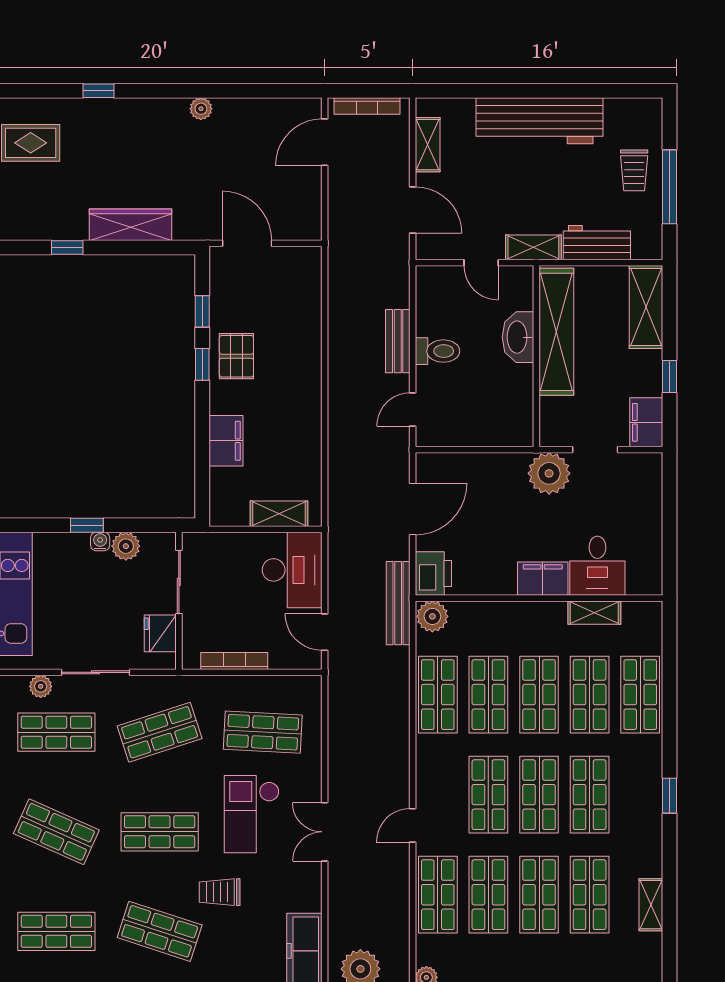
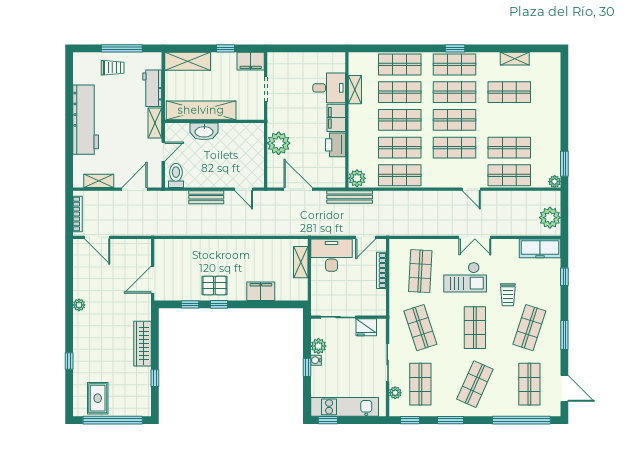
toilet: (437, 351) -> (176, 175), moved
plant: (549, 473) -> (279, 143), moved
printer: (433, 573) -> (335, 145), moved, turned -90
bookcase: (234, 661) -> (381, 270), moved
shop shelf: (539, 895) -> (455, 64), moved

